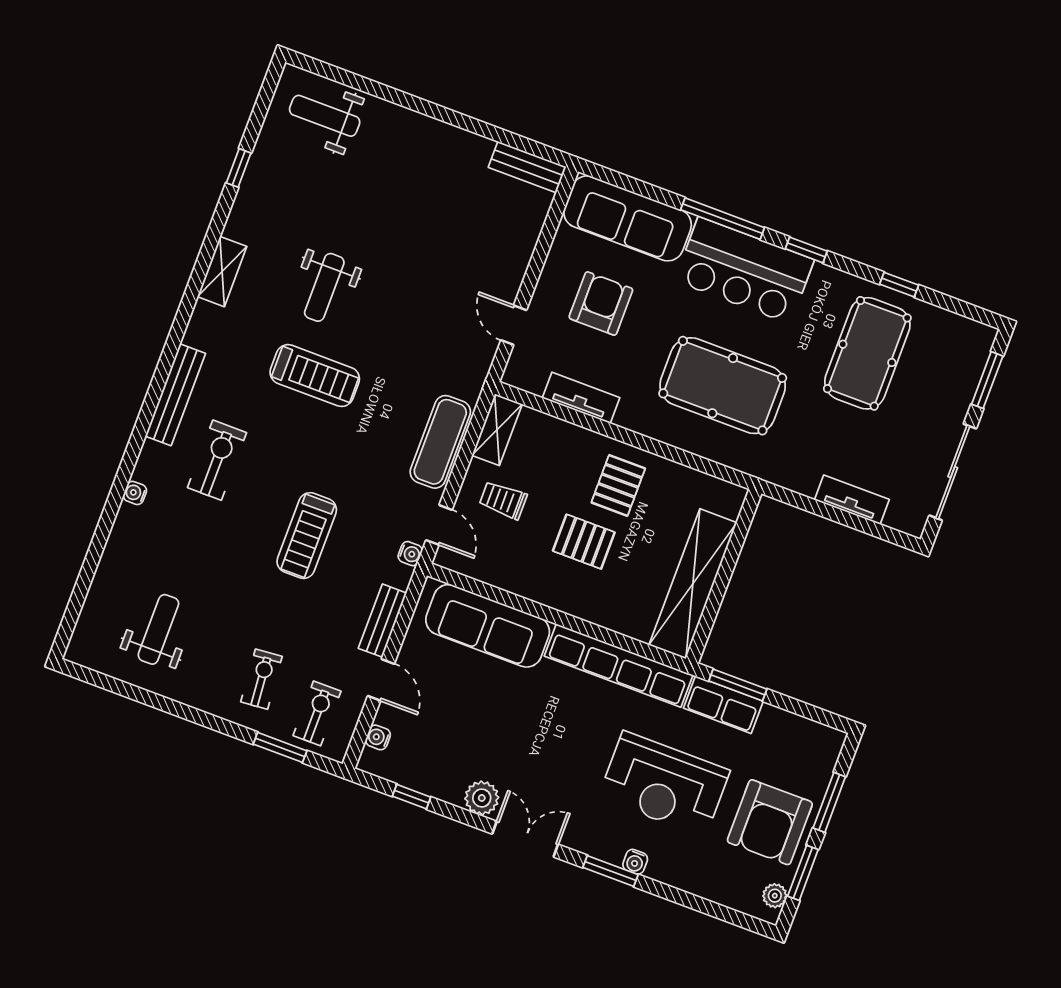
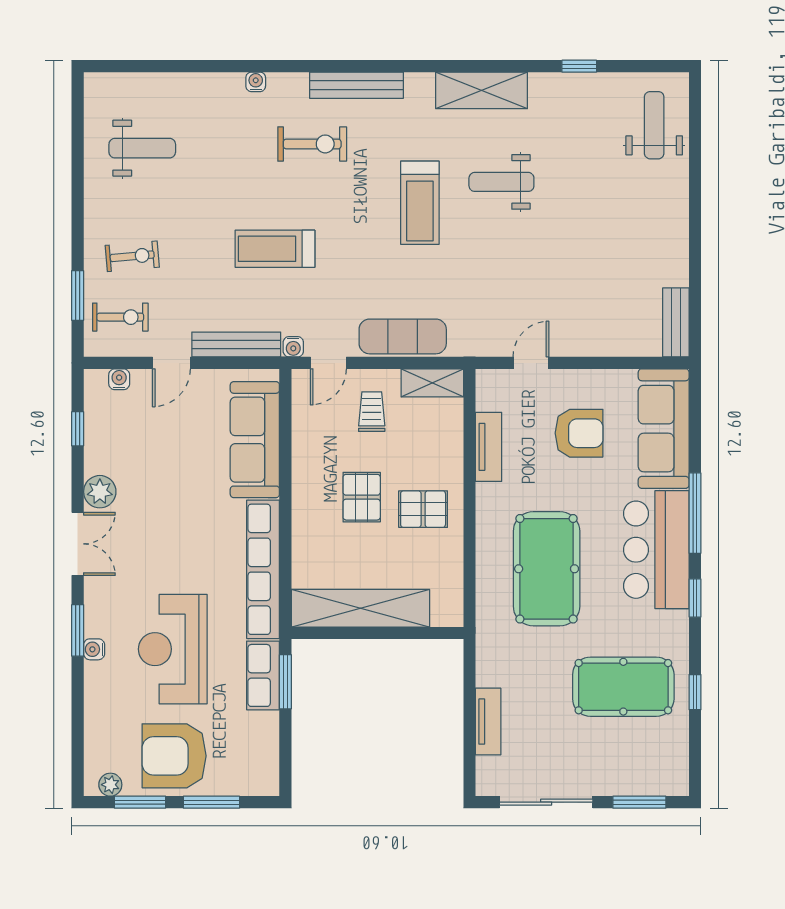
shelving: (222, 272) -> (482, 90), width x1.50, depth x1.33
bench: (383, 621) -> (236, 344), width x1.36

